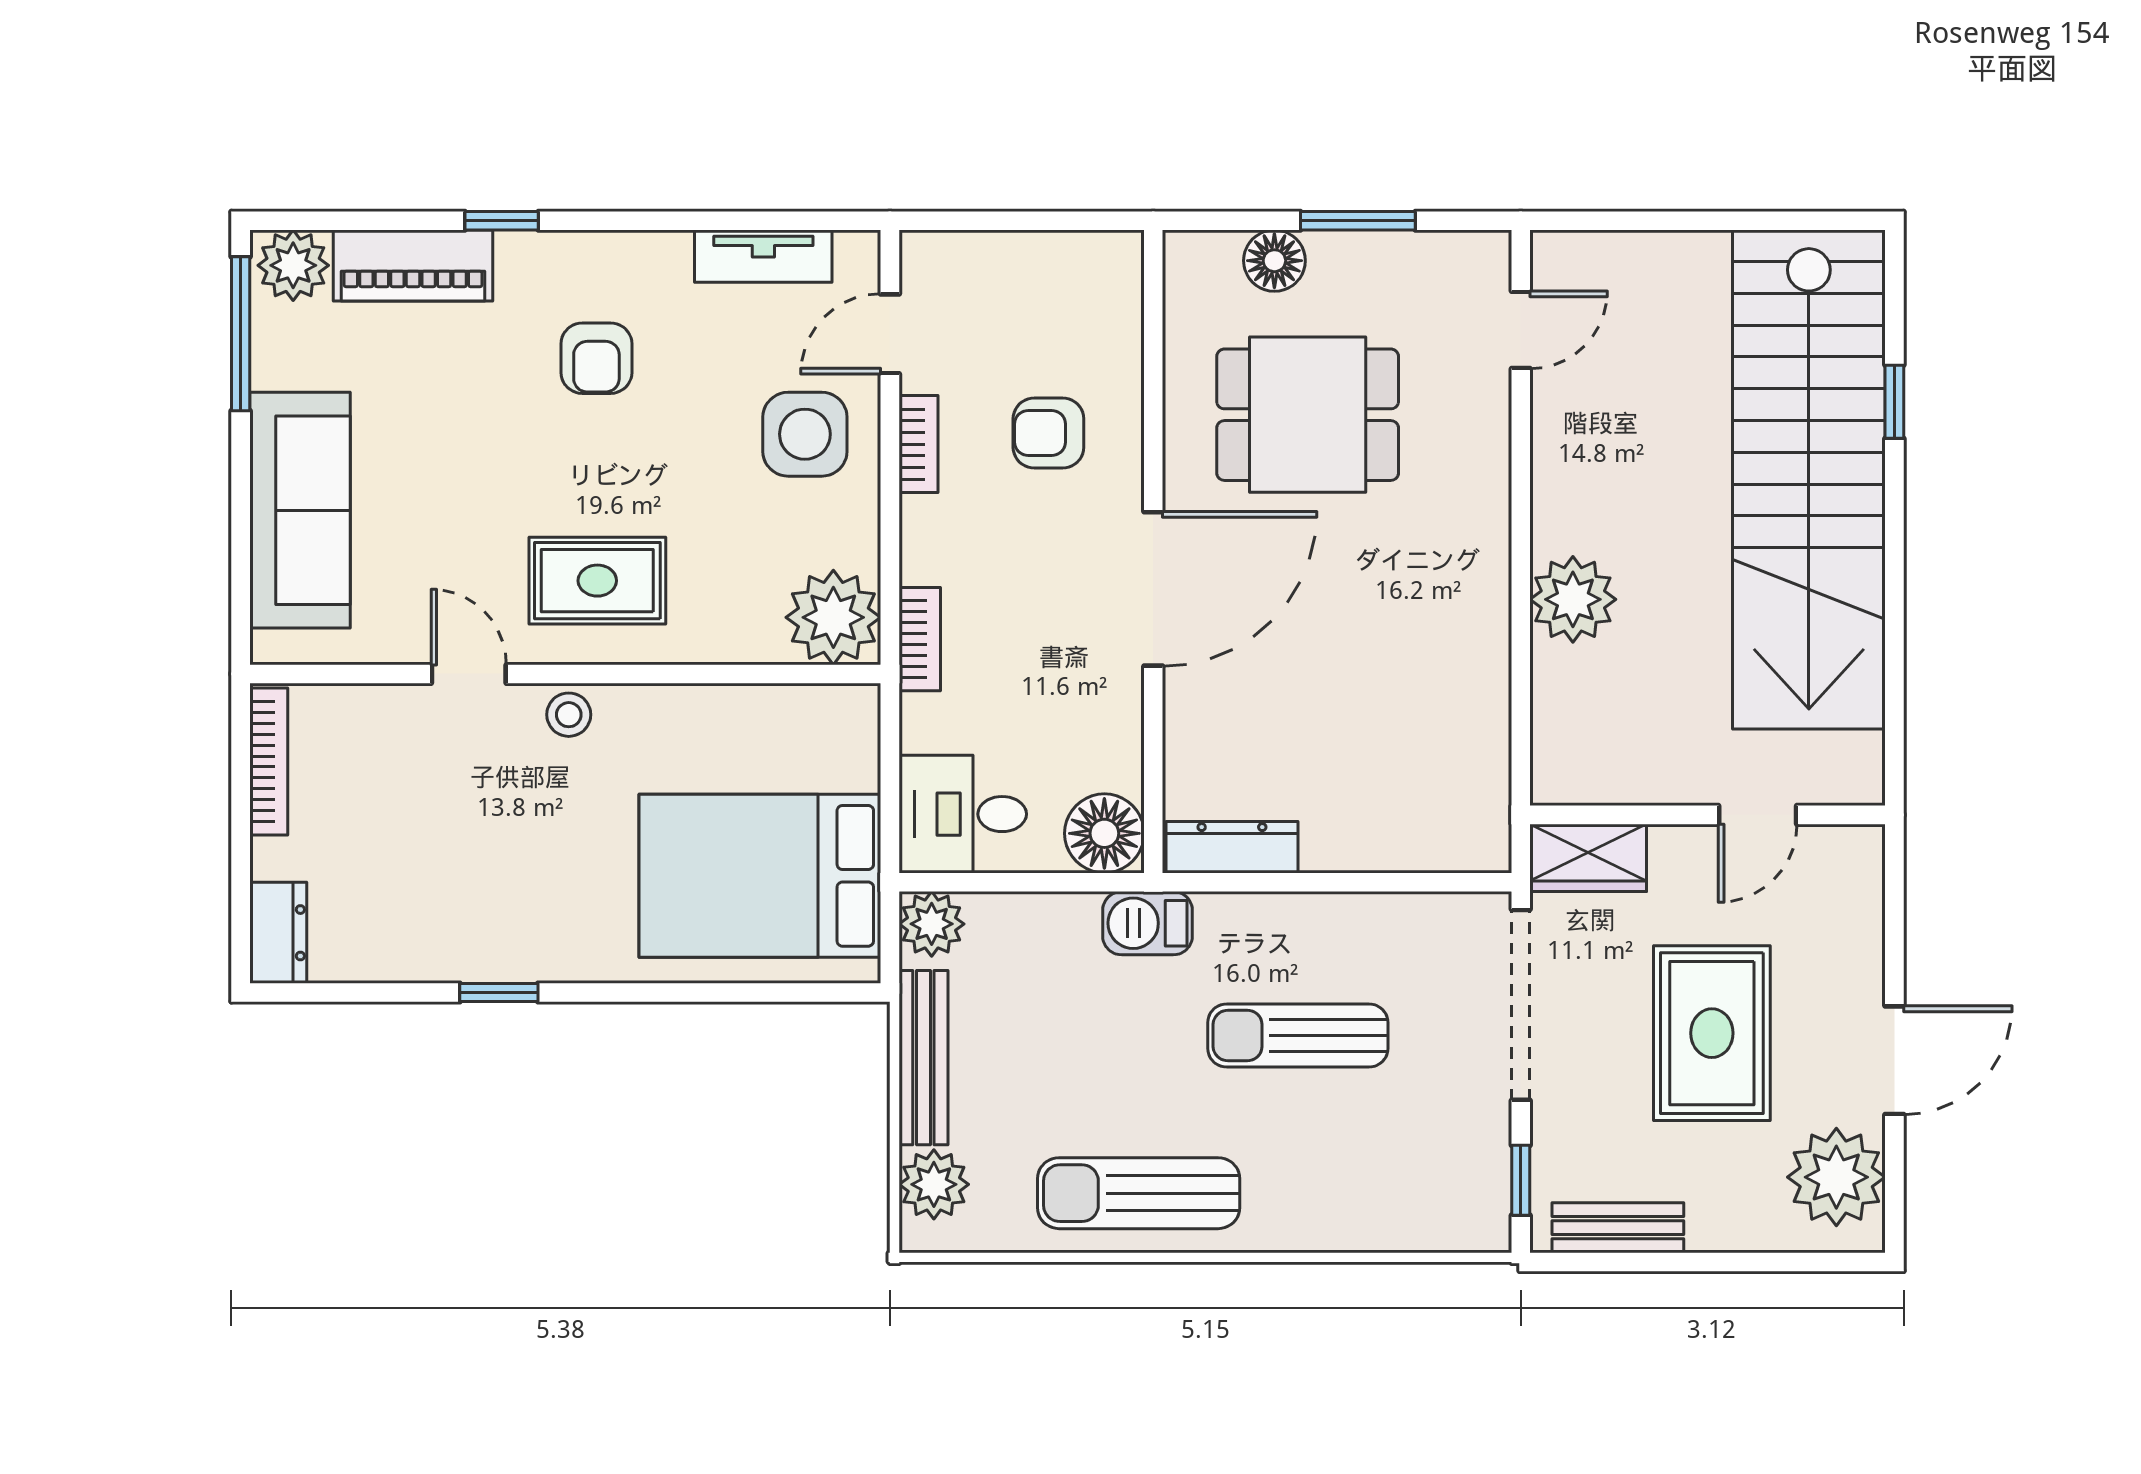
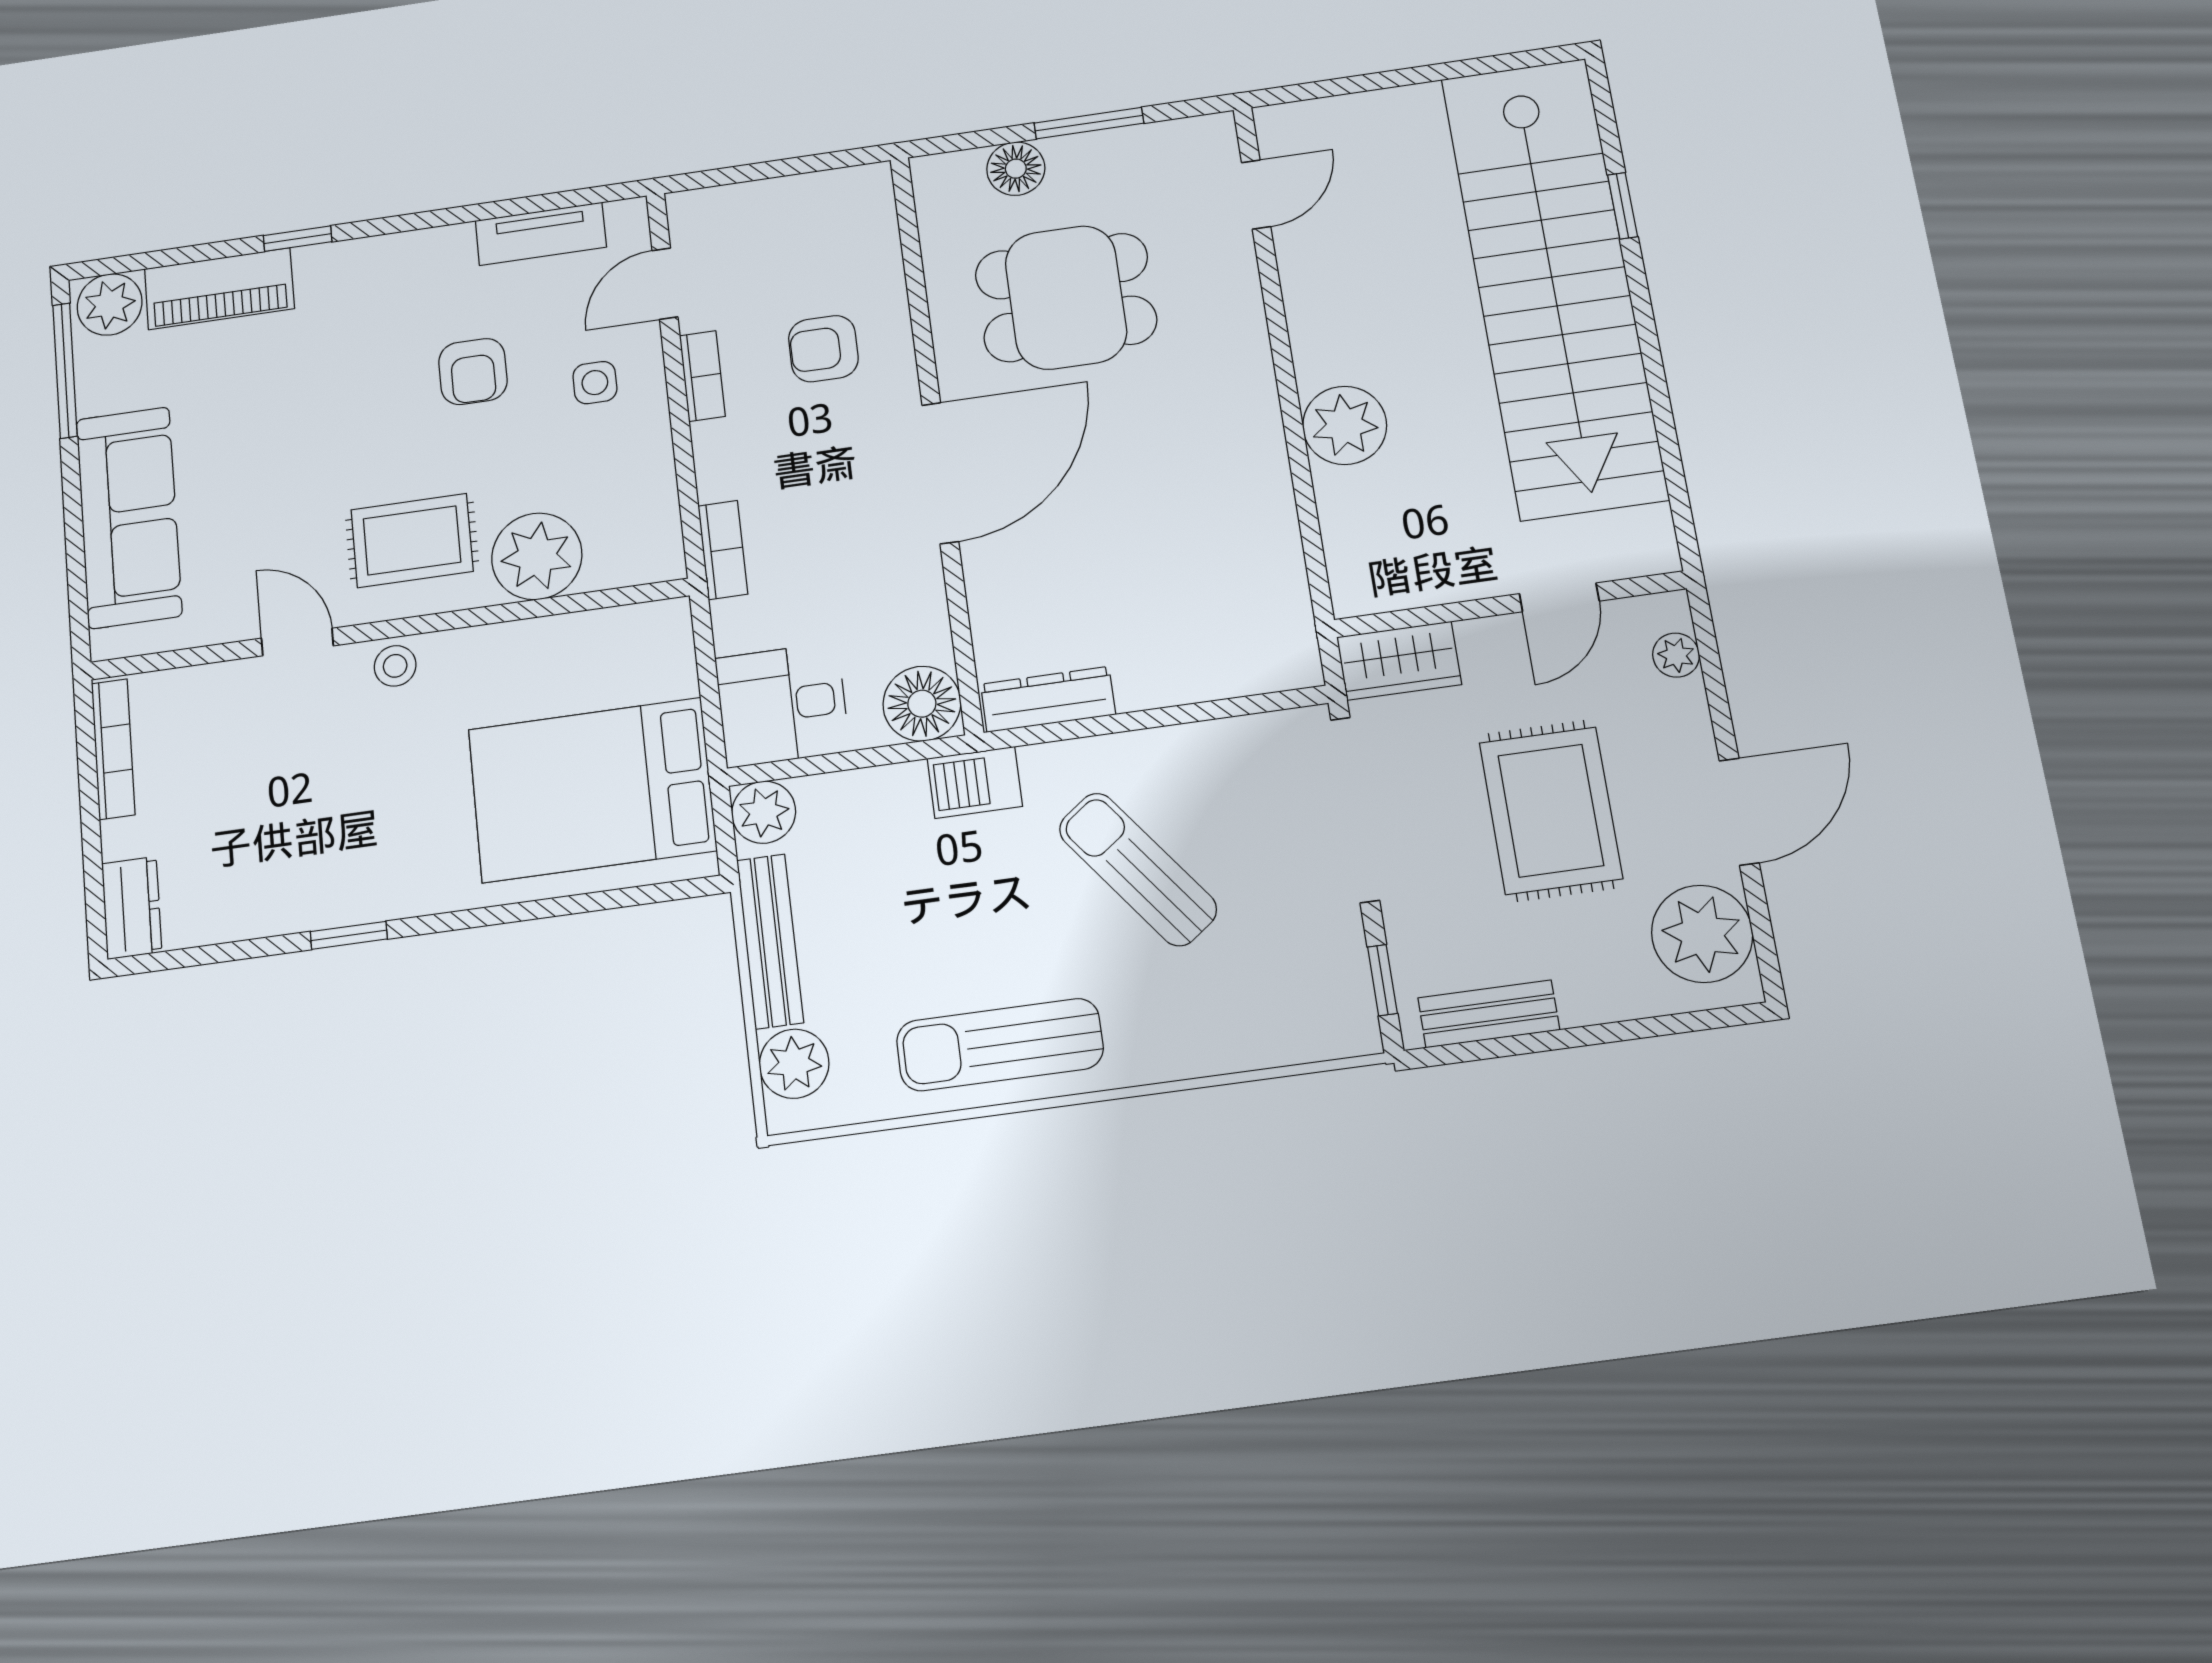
armchair: (596, 358) -> (473, 371), moved
side table: (805, 434) -> (595, 383), width x0.54, depth x0.54
plant: (833, 617) -> (537, 556), moved
plant: (1862, 892) -> (1676, 655), added
sun lounger: (1298, 1035) -> (1138, 869), turned 53

